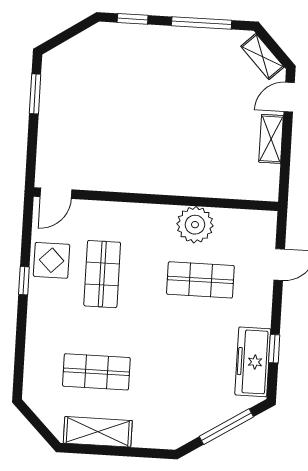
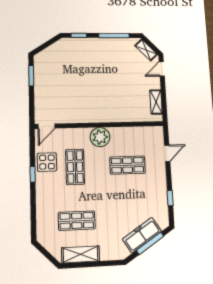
shelving: (271, 139) -> (156, 102), moved
plant: (195, 225) -> (100, 137), moved
freezer: (253, 362) -> (142, 235), moved, turned 58

